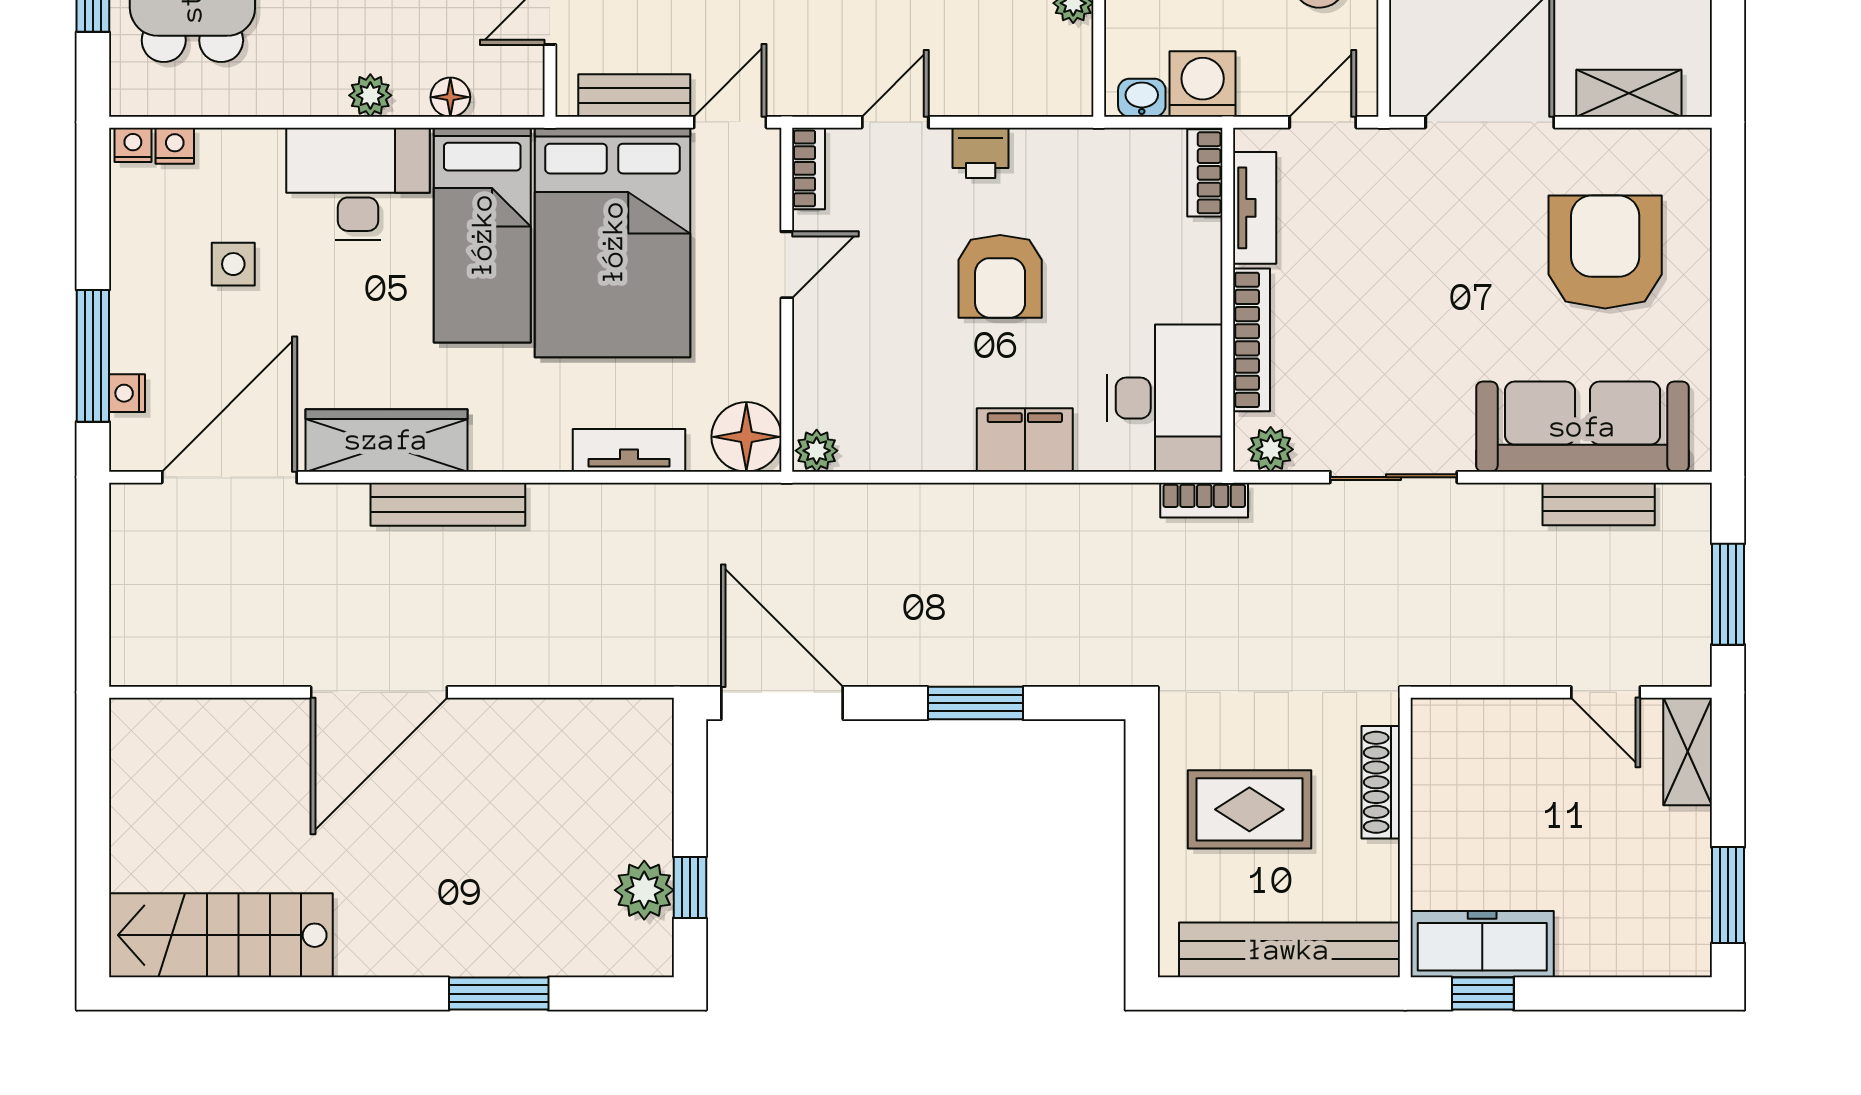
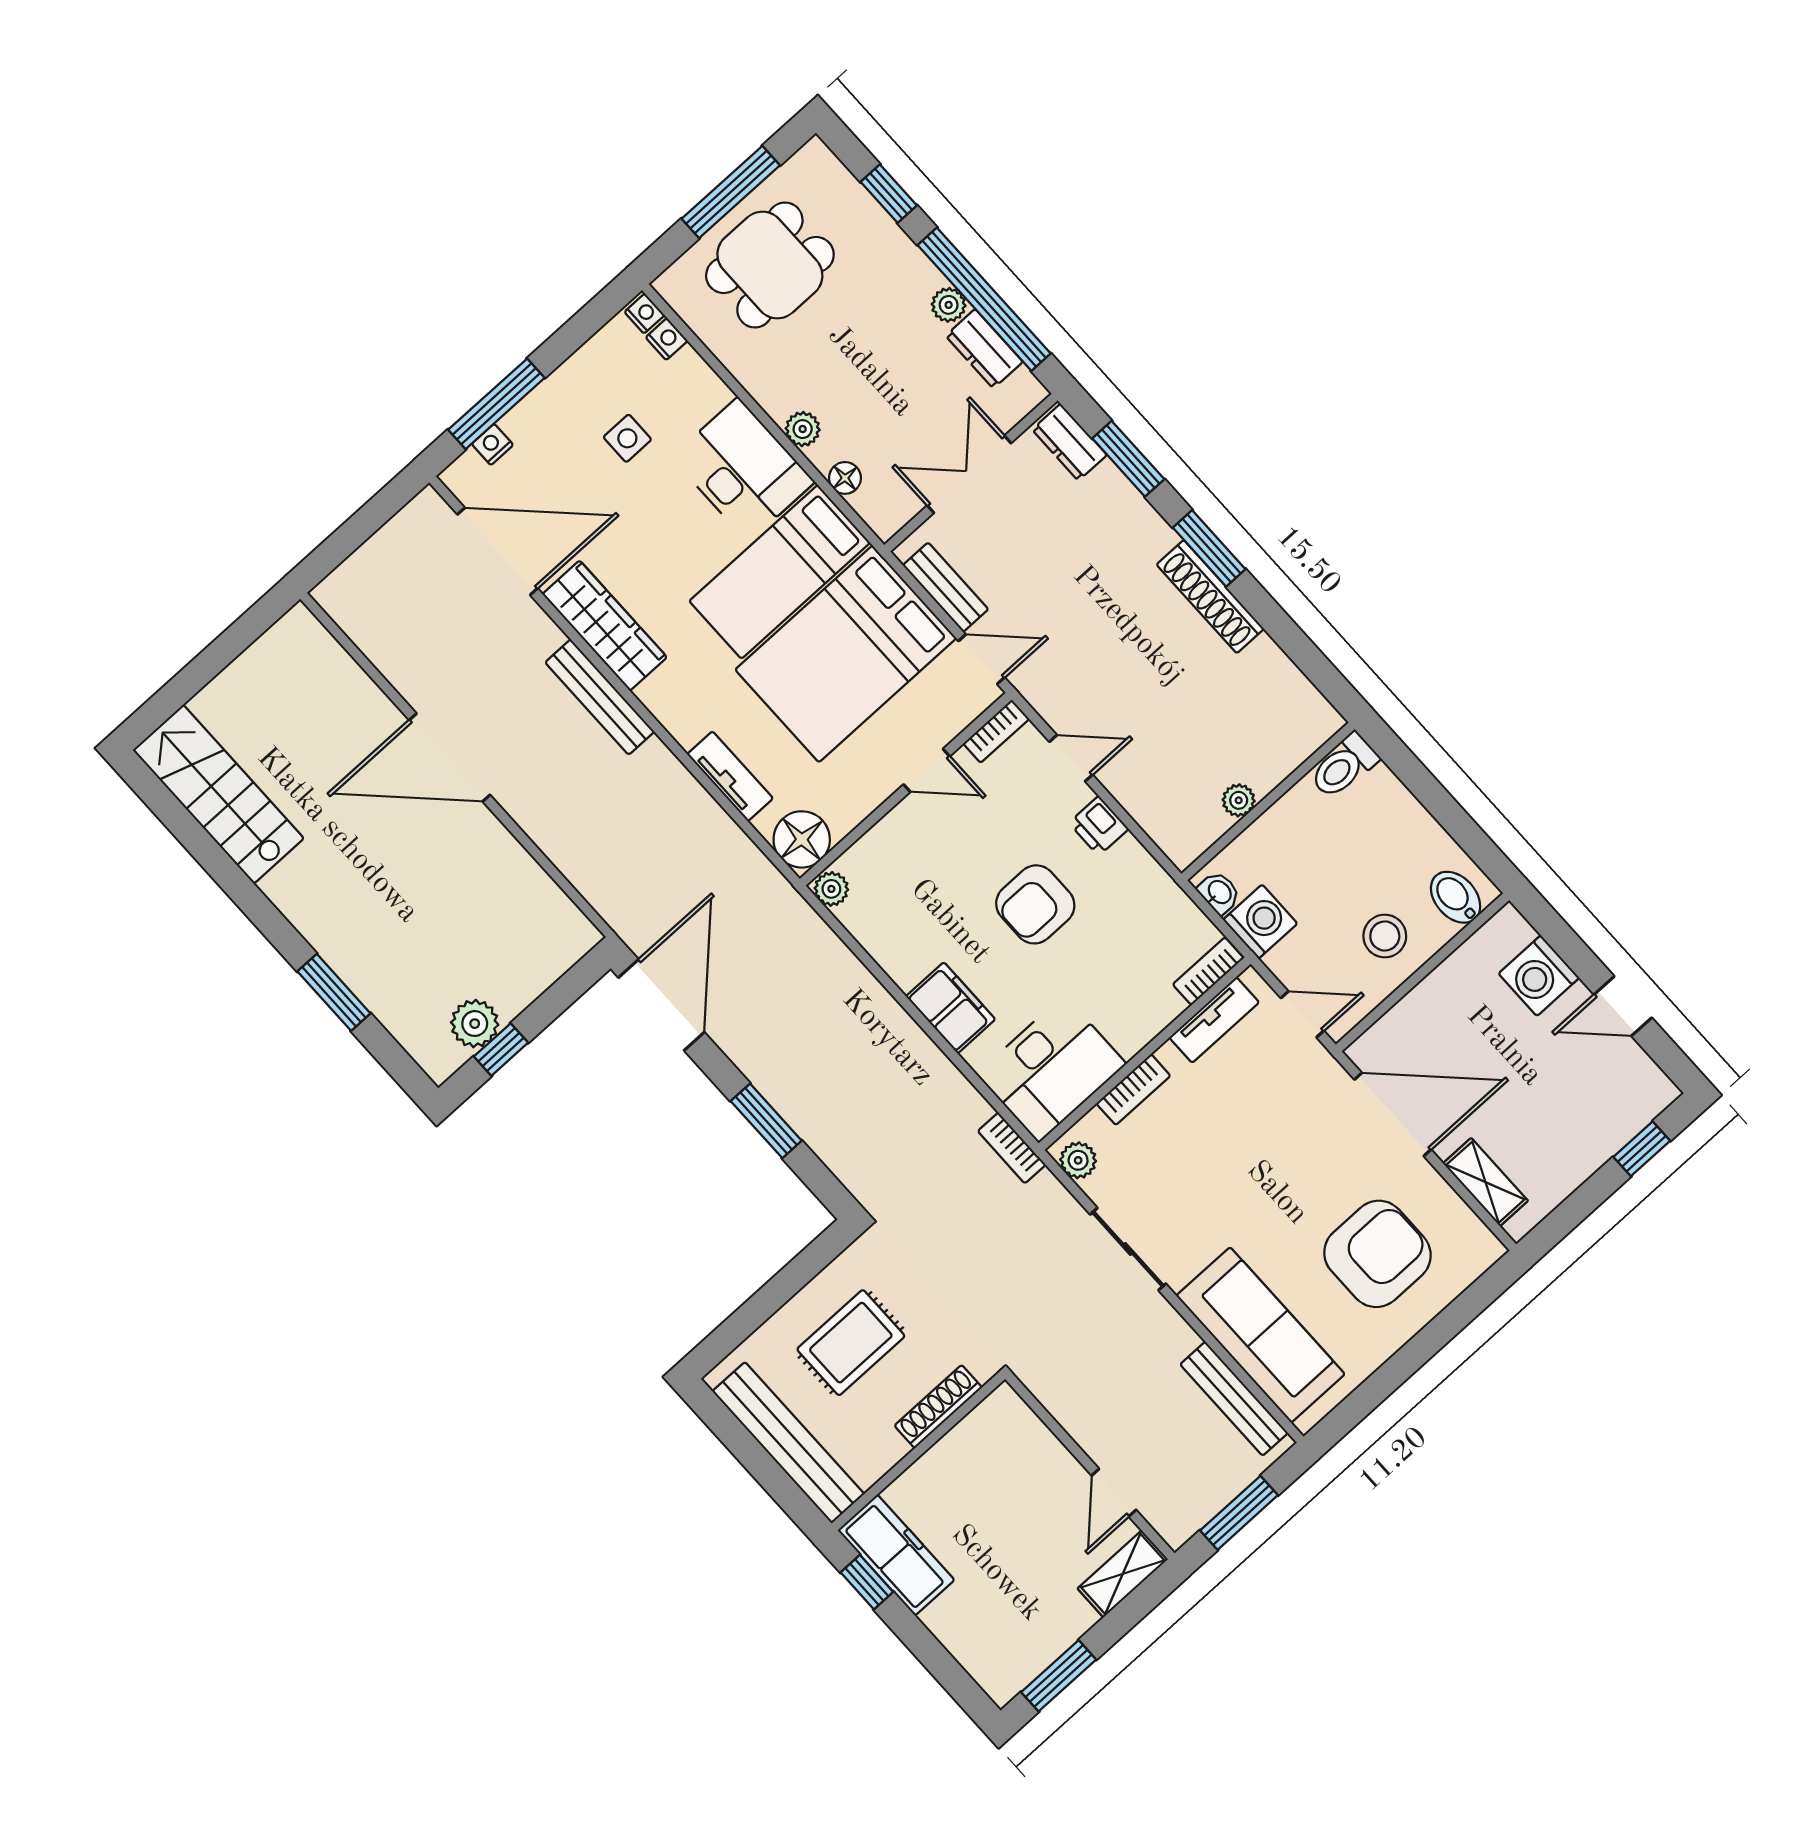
bookcase: (1251, 340) -> (1133, 1090), width x0.64
bench: (1599, 504) -> (1234, 1399), width x1.36
rug: (1249, 809) -> (851, 1343), turned 90

